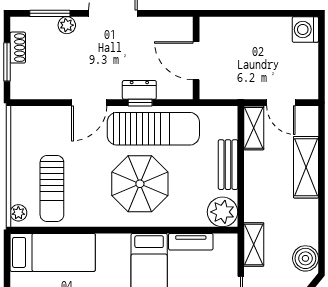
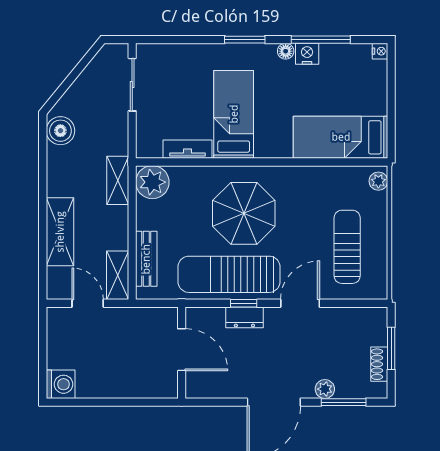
bench: (228, 165) -> (146, 259), moved
sun lounger: (52, 189) -> (347, 247), moved
shelving: (254, 244) -> (118, 180), moved

